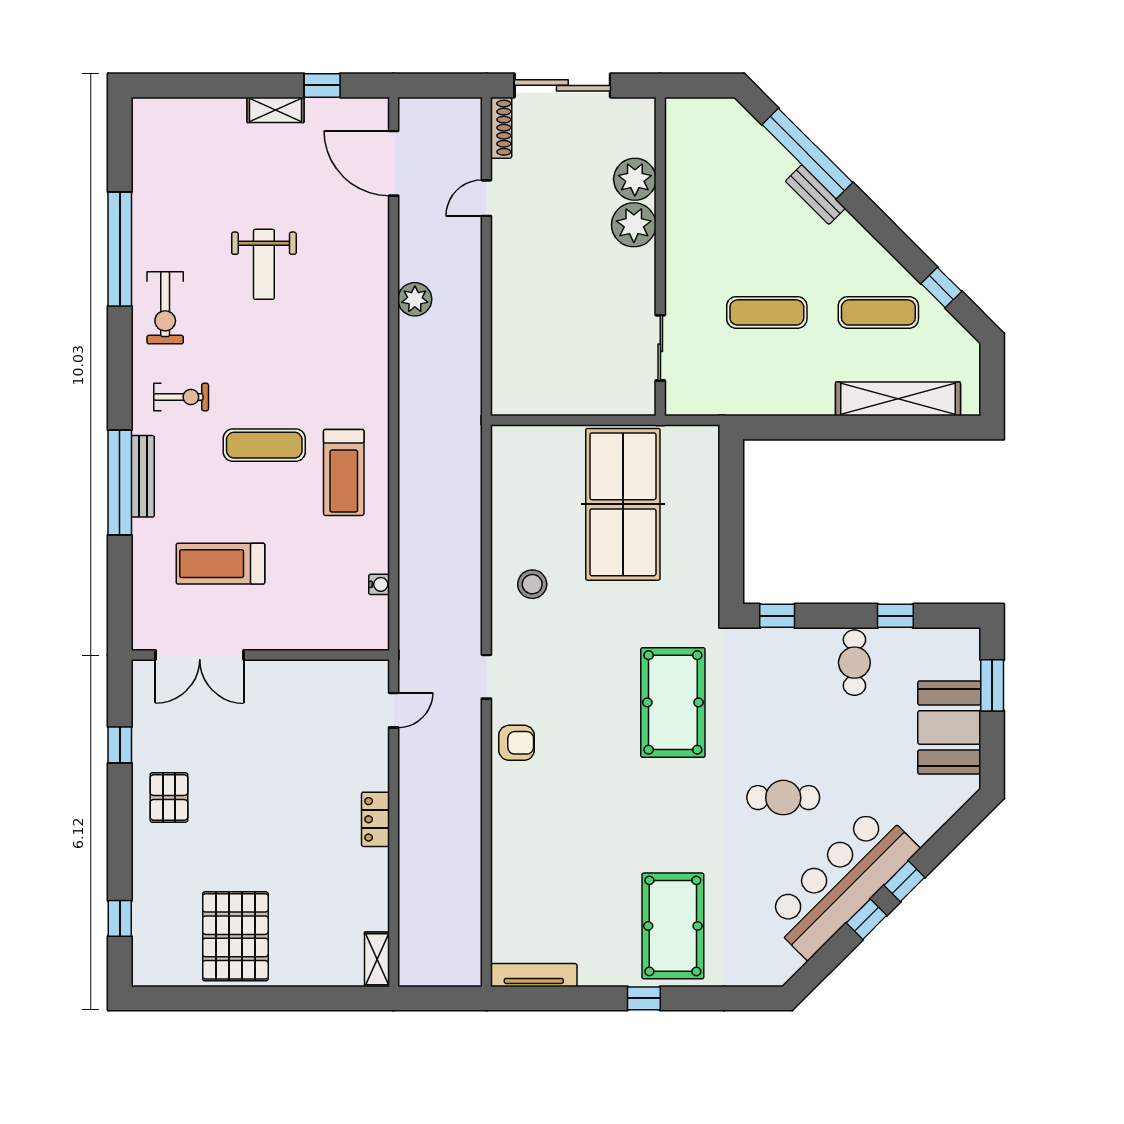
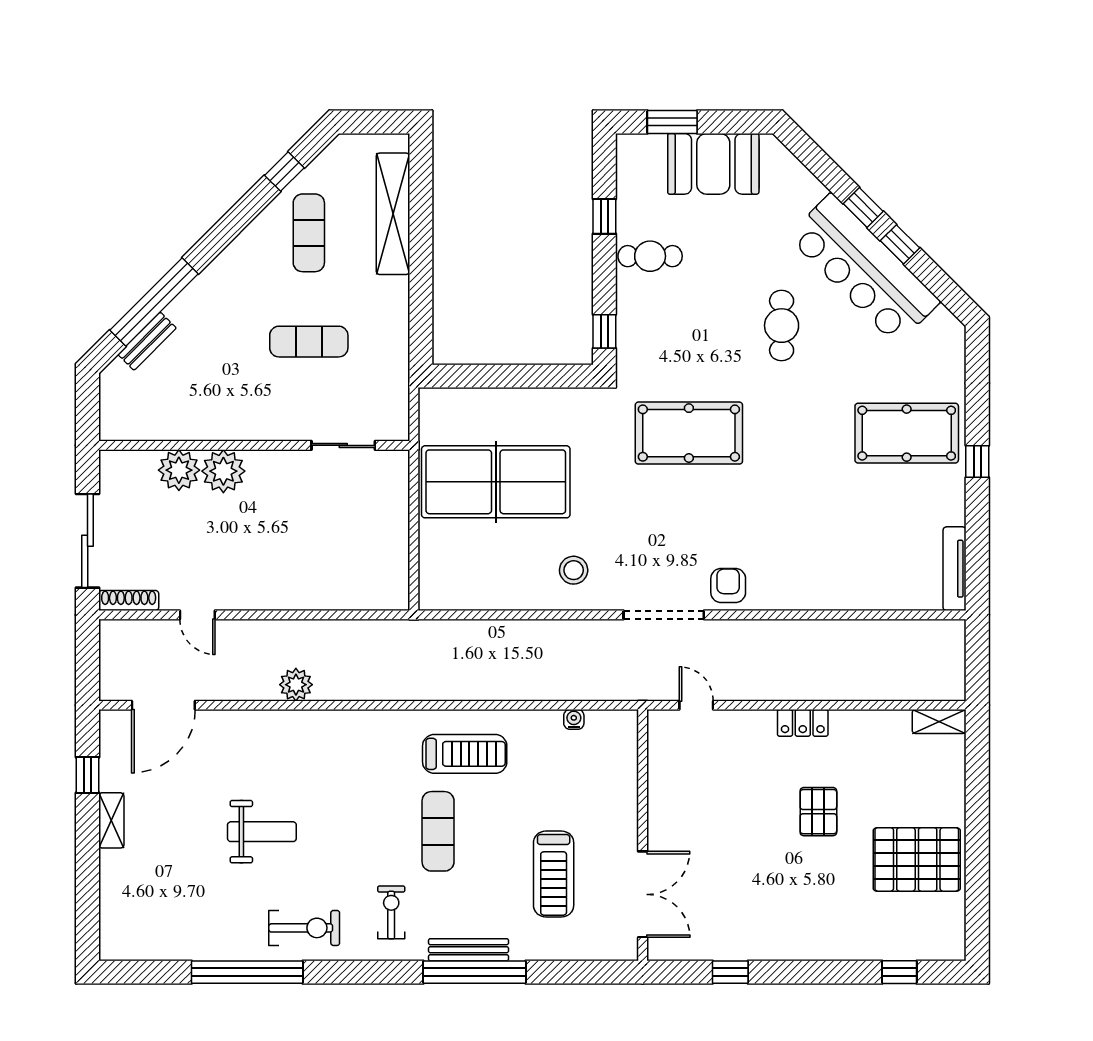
bench: (815, 195) -> (147, 341), moved
exercise mat: (767, 312) -> (309, 342), turned 90
doorway: (486, 677) -> (664, 615), width x1.88
pallet: (169, 797) -> (818, 812), moved, turned 90

